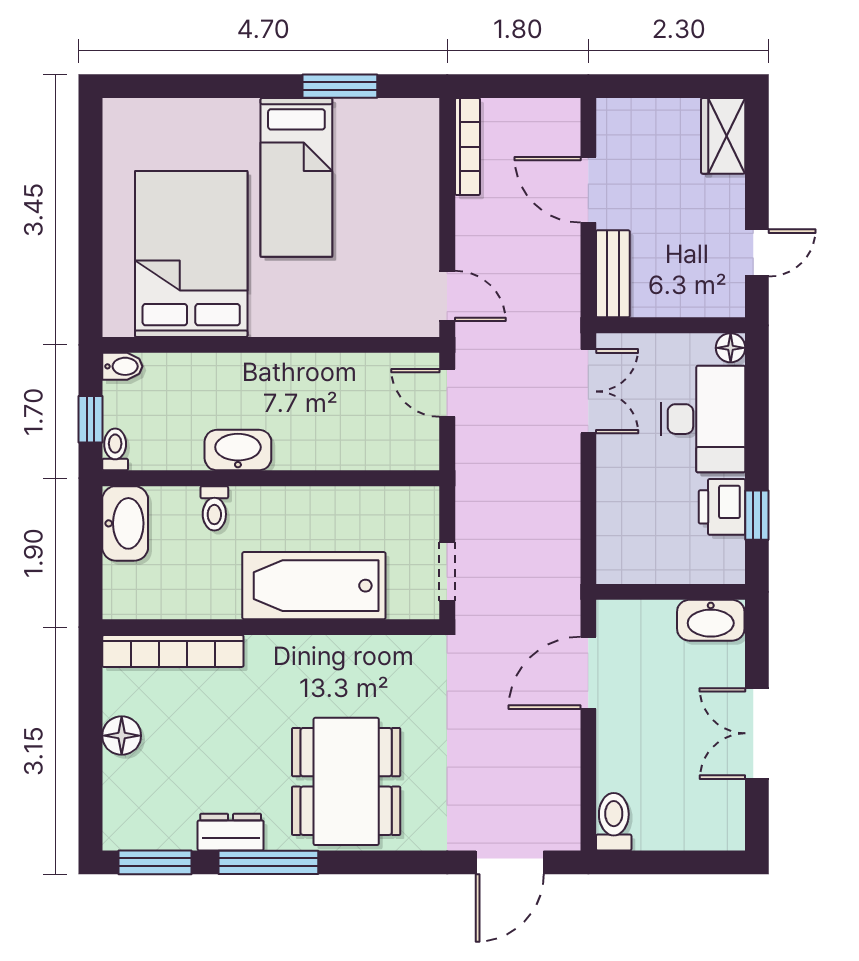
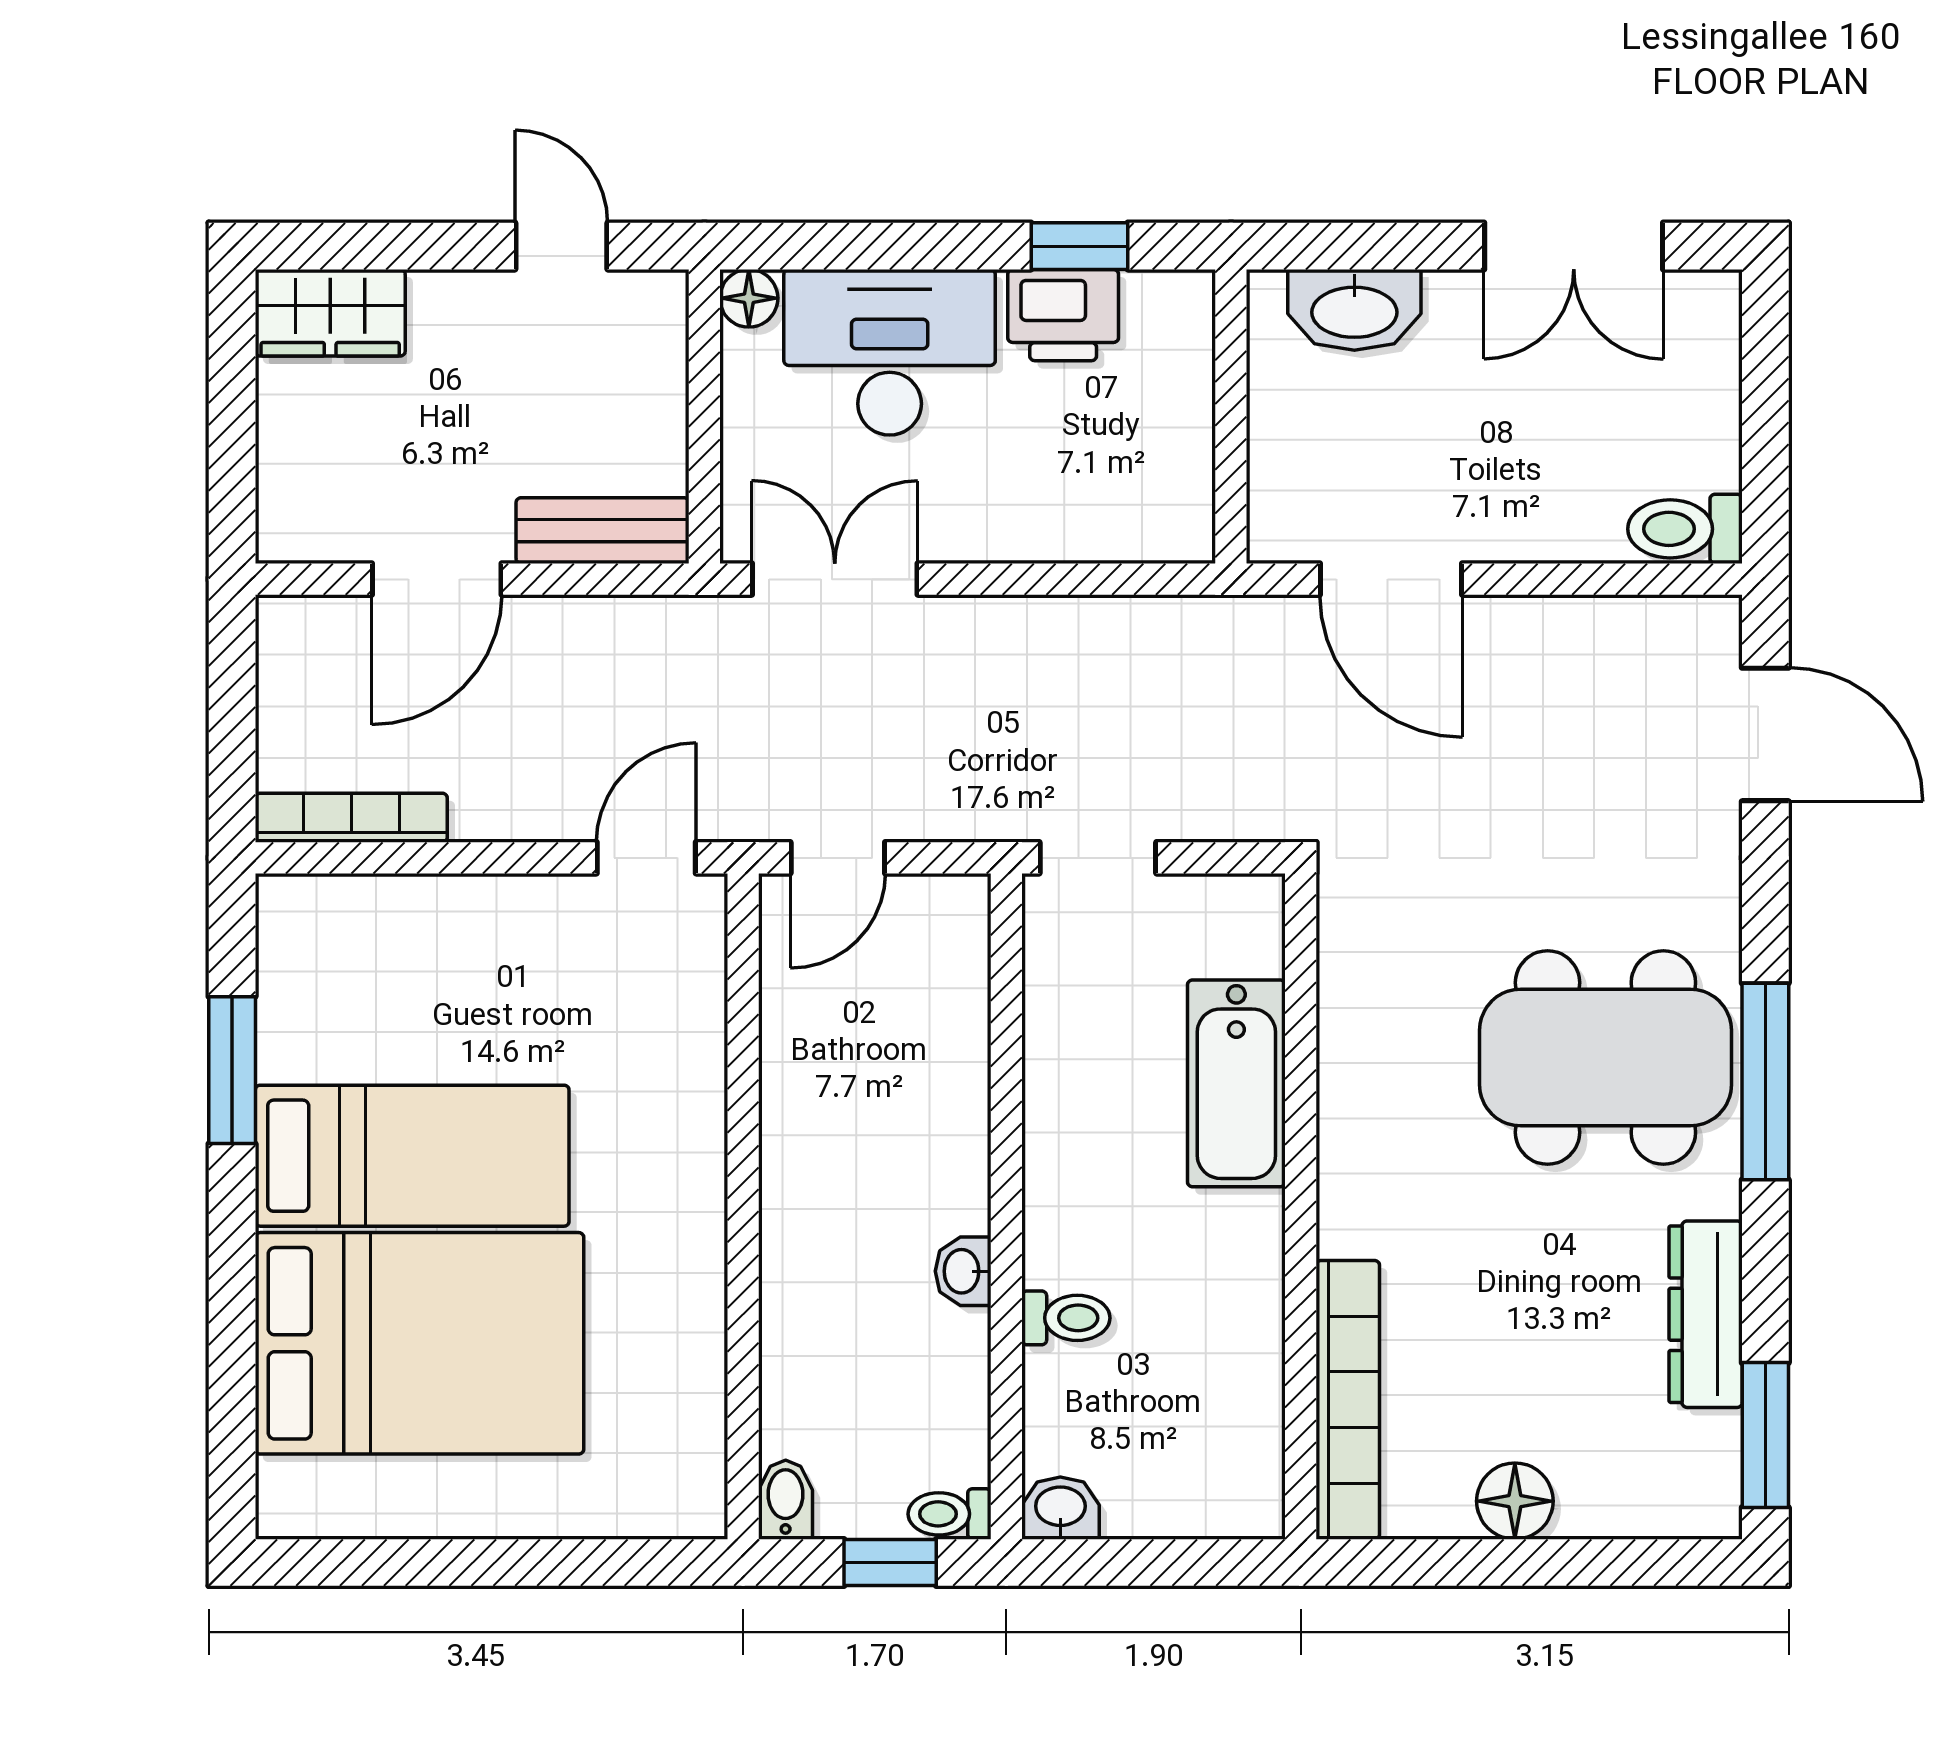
bed: (191, 254) -> (419, 1343), moved, turned 180
washbasin: (238, 450) -> (963, 1271), width x0.52, depth x0.69
washbasin: (125, 523) -> (1060, 1508), width x0.52, depth x0.69
doorway: (447, 571) -> (1098, 858), moved
bathtub: (314, 586) -> (1236, 1083), width x0.73, depth x0.73
washbasin: (711, 620) -> (1354, 310), moved, turned 90
double door: (757, 733) -> (1574, 246), moved
dresser: (231, 832) -> (1706, 1314), width x1.44
window: (268, 862) -> (1765, 1081), moved

